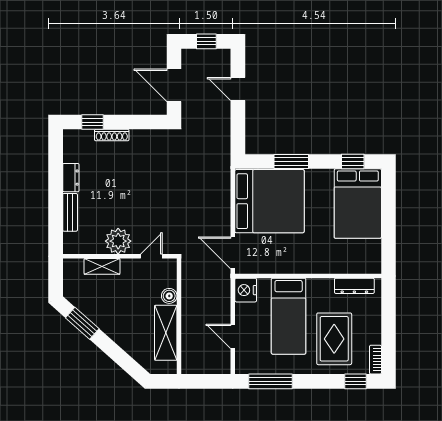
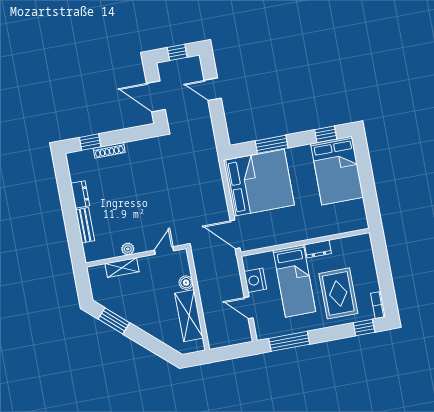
plant: (118, 241) -> (128, 249), width x0.53, depth x0.53
dresser: (354, 286) -> (318, 249), moved, width x0.70
nightstand: (246, 290) -> (255, 280), moved

